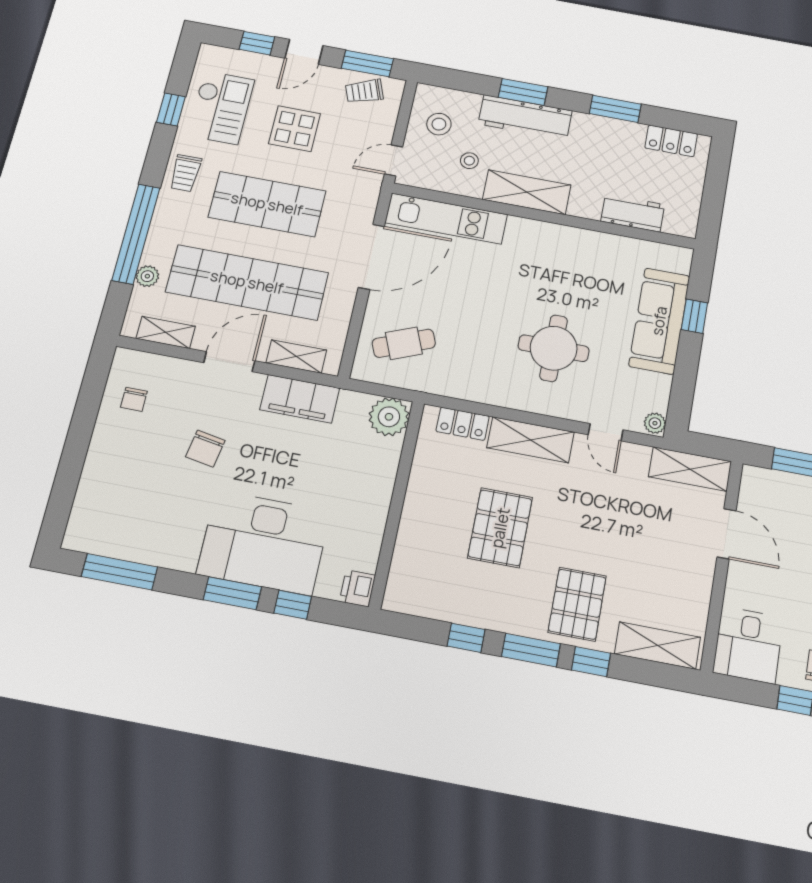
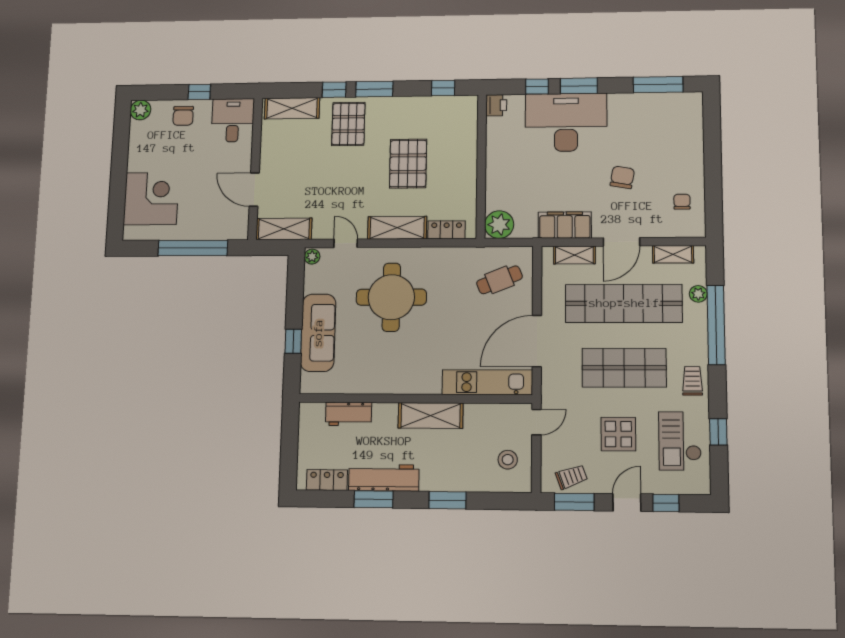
workbench: (525, 117) -> (384, 478), moved
stool: (469, 161) -> (479, 433), removed
round table: (554, 348) -> (391, 297), width x1.36, depth x1.36
window: (466, 638) -> (443, 88), moved

